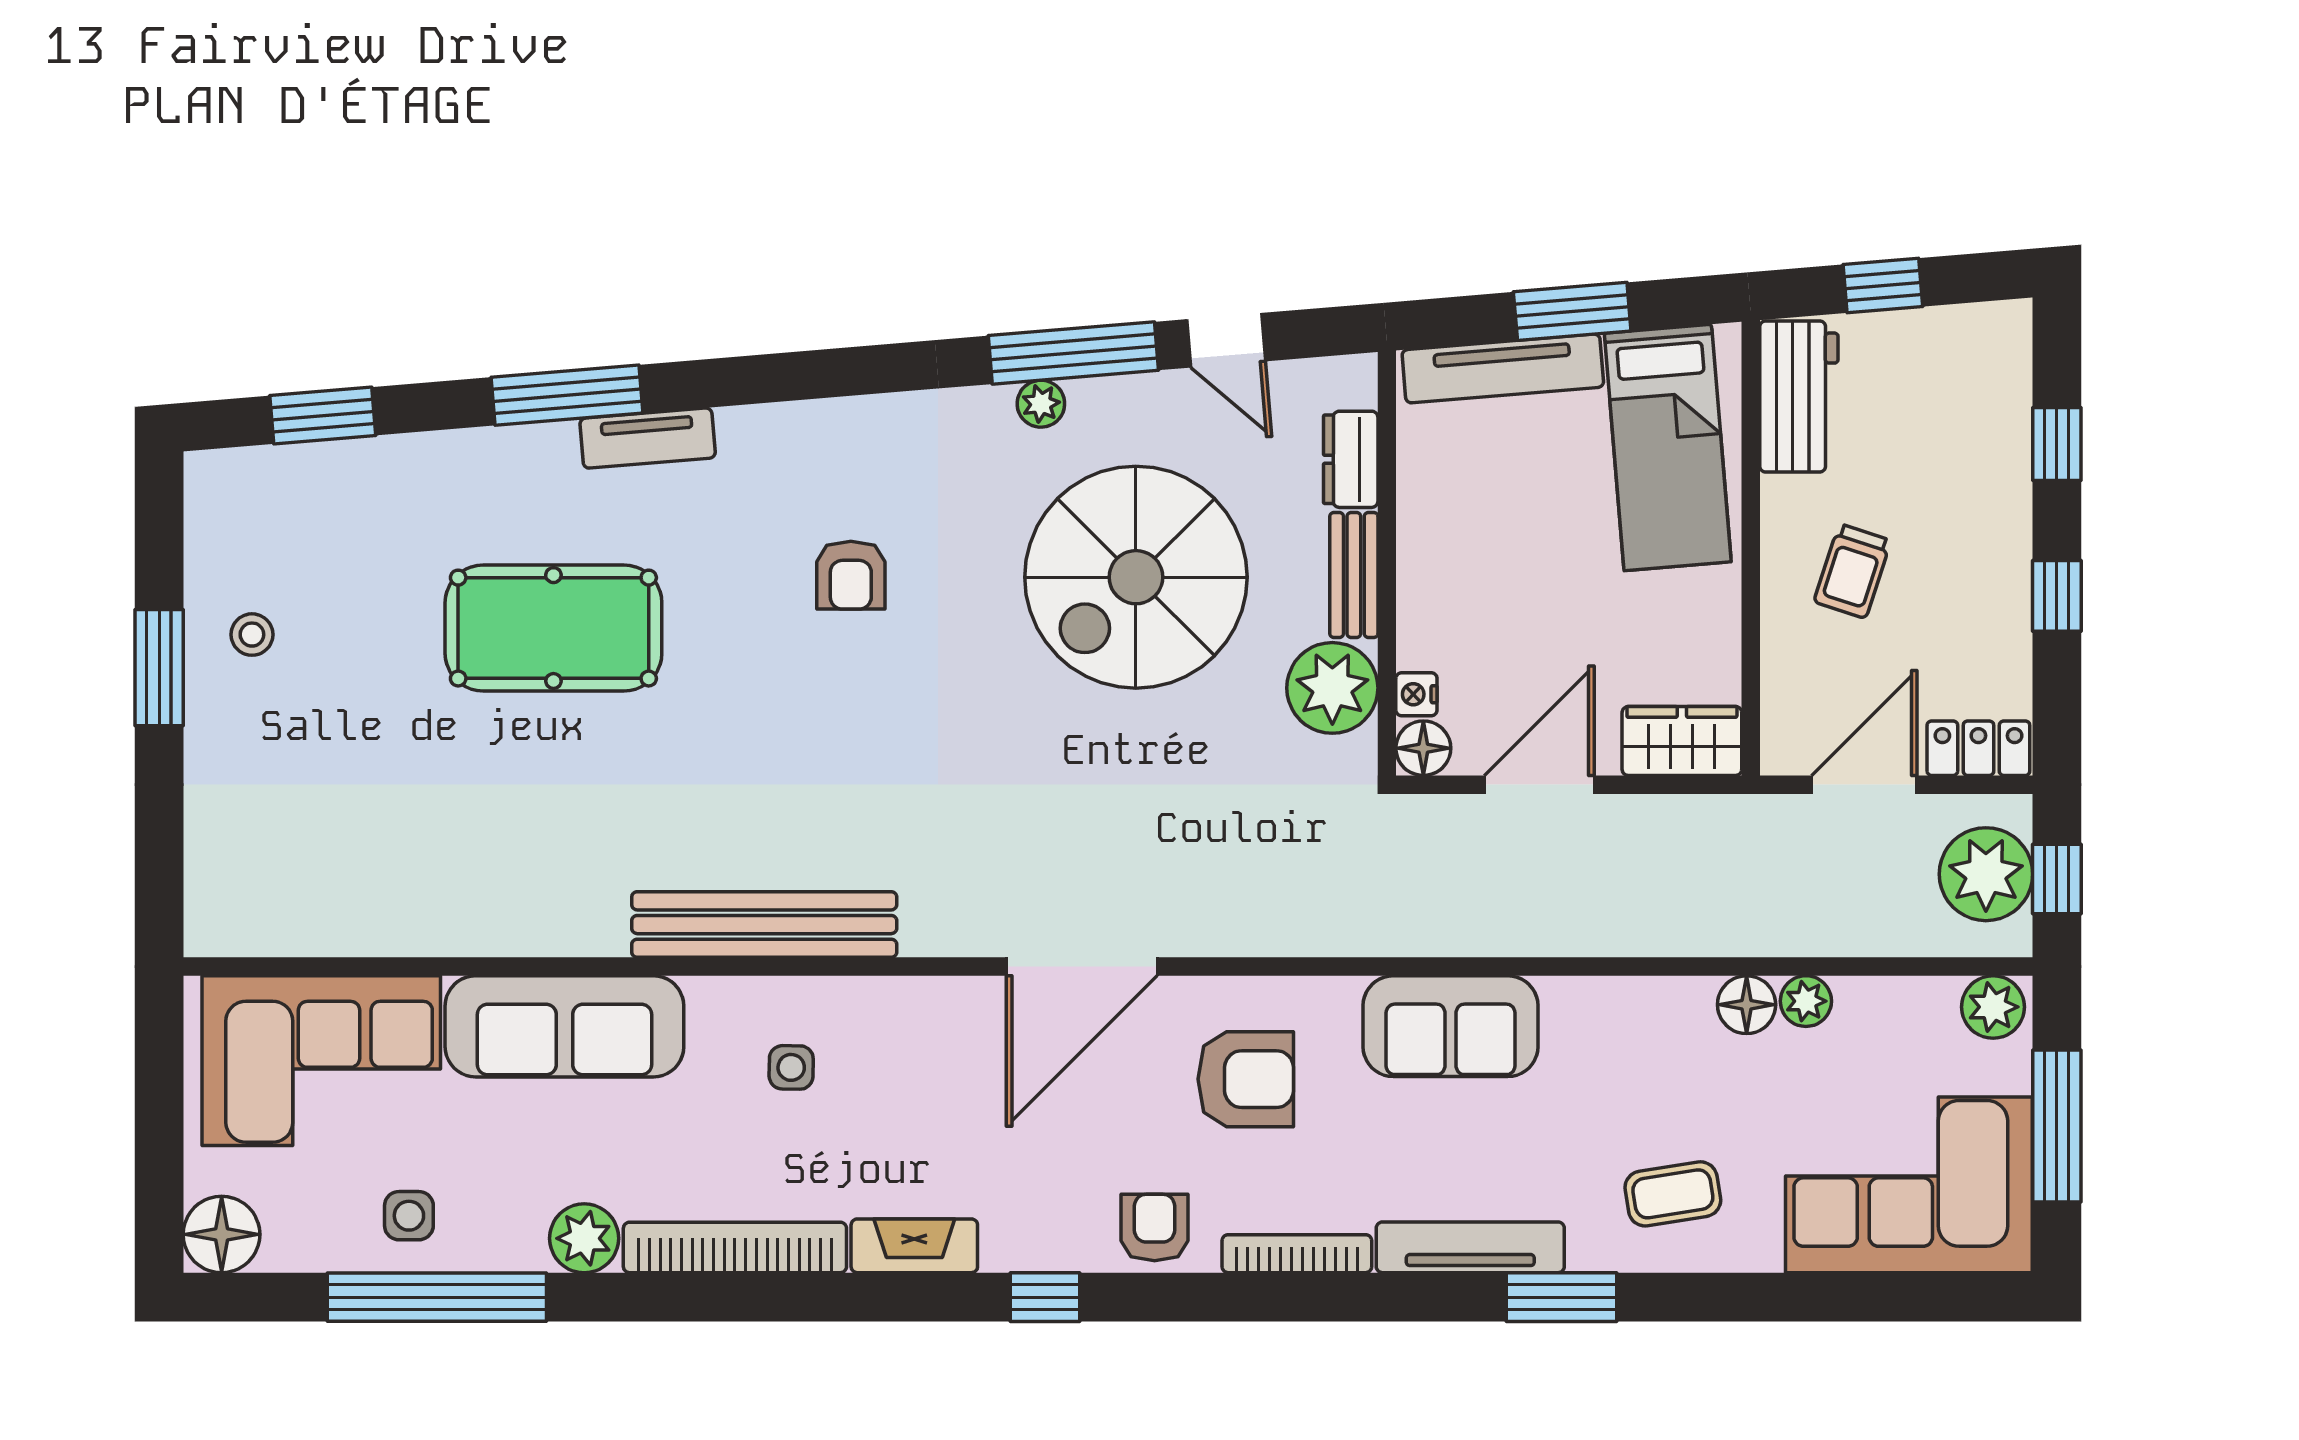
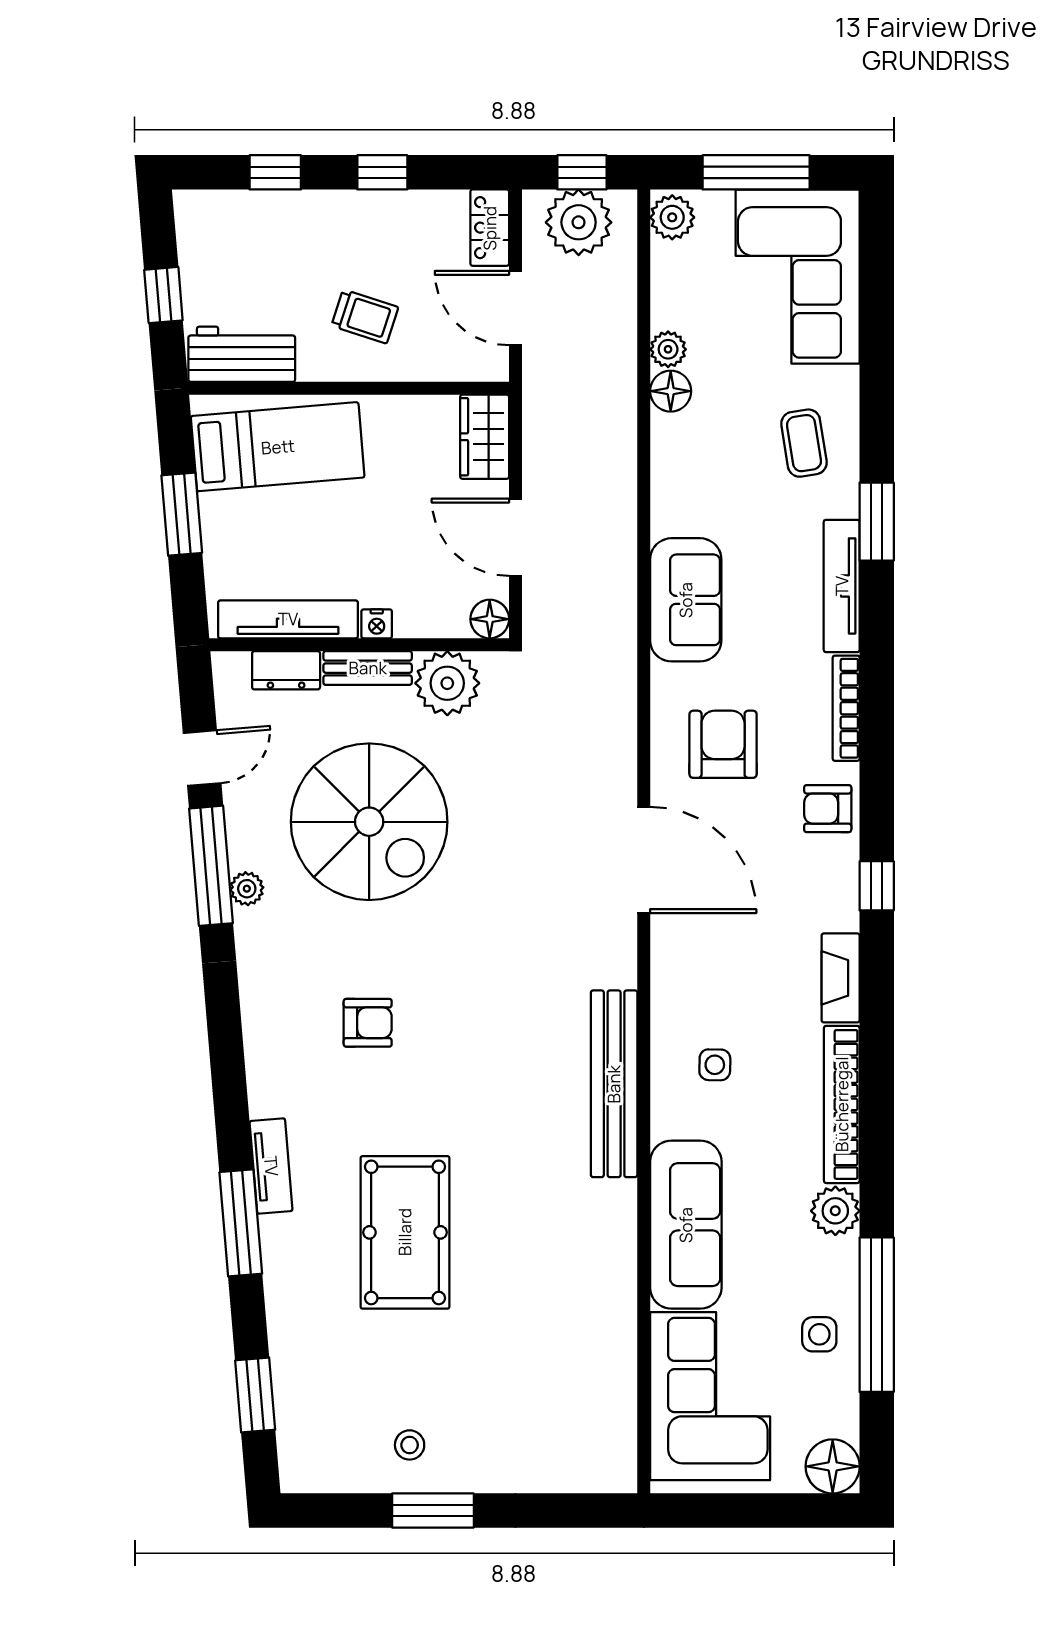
tv unit: (1503, 368) -> (288, 619), moved, turned -85
nightstand: (1416, 694) -> (377, 624), moved

